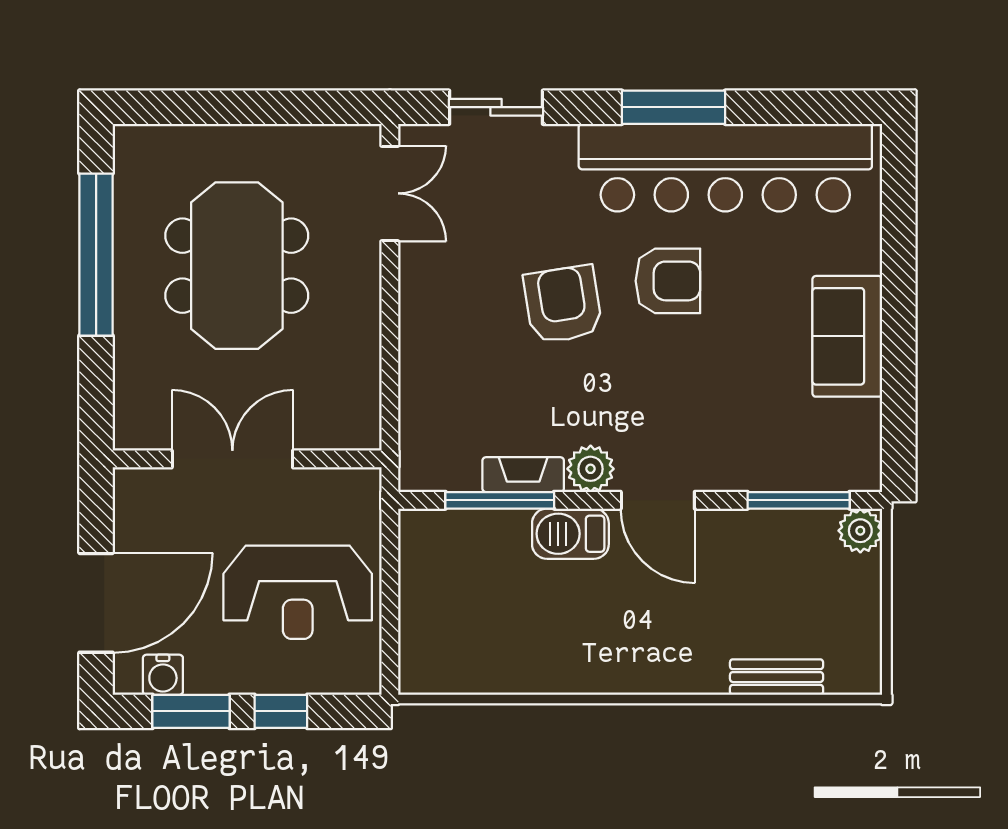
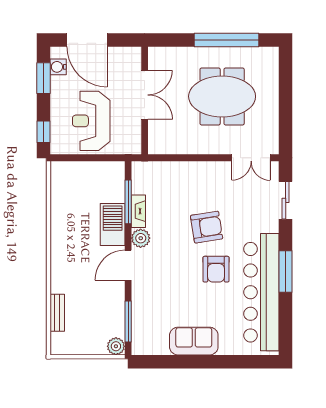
barbecue: (570, 534) -> (113, 224), width x1.37, depth x1.21
window: (281, 711) -> (44, 132), moved

